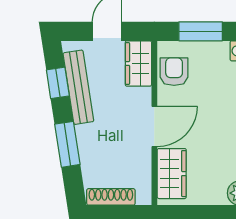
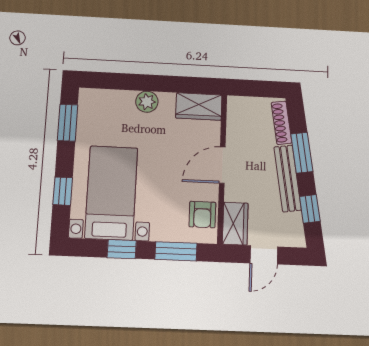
bench: (78, 87) -> (288, 178), moved
wardrobe: (172, 174) -> (199, 106), moved, turned -90
shoe rack: (111, 197) -> (282, 123), moved, turned 81

